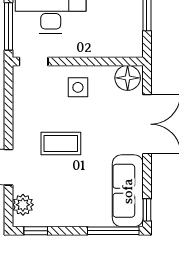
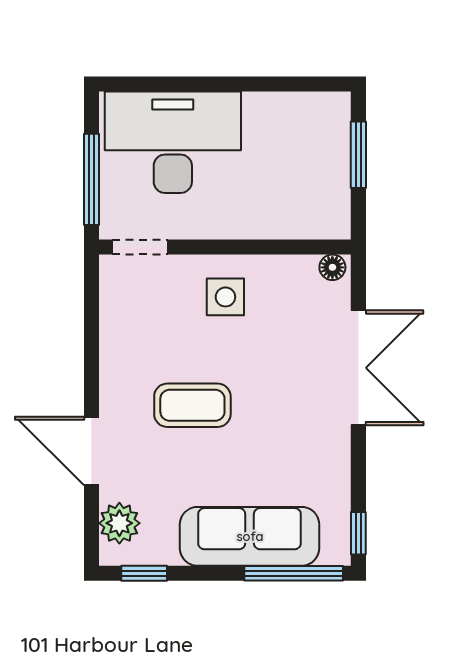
floor lamp: (128, 78) -> (332, 267), width x0.53, depth x0.53
sofa: (128, 191) -> (250, 536), moved, turned 90

